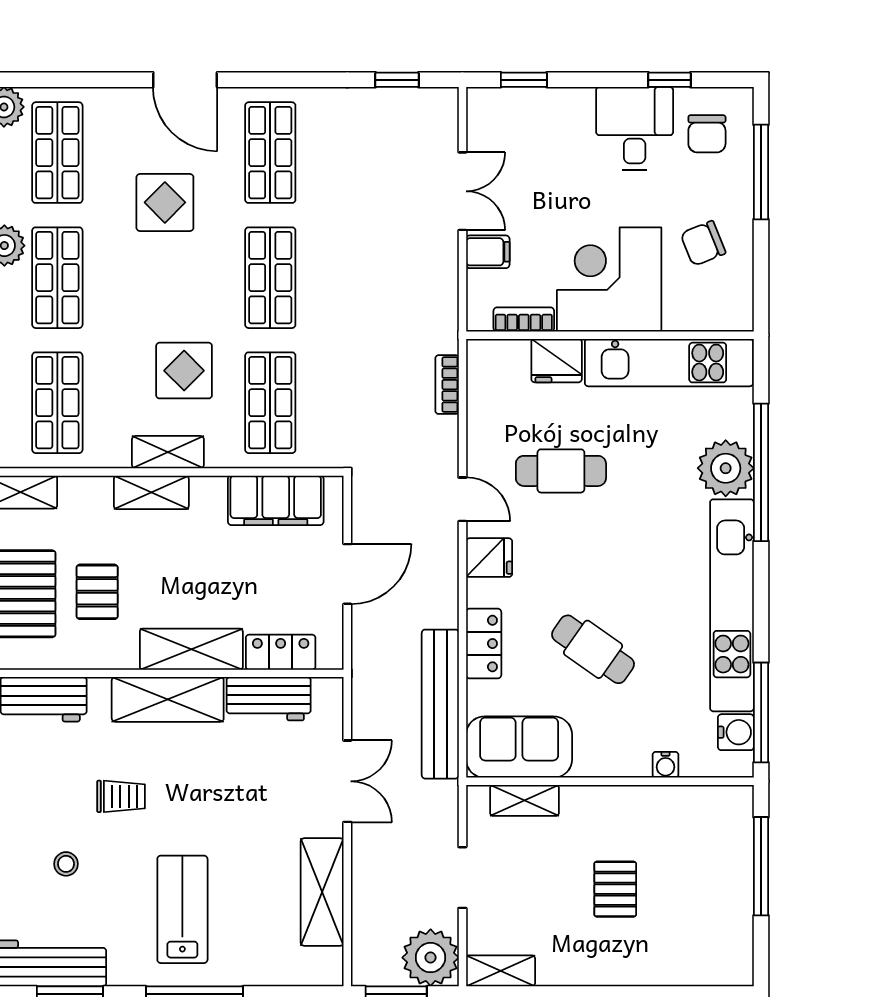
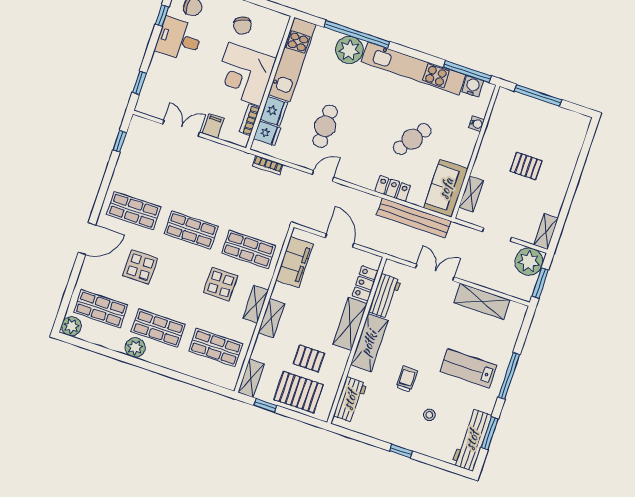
fridge: (489, 558) -> (267, 133), moved, turned 90

